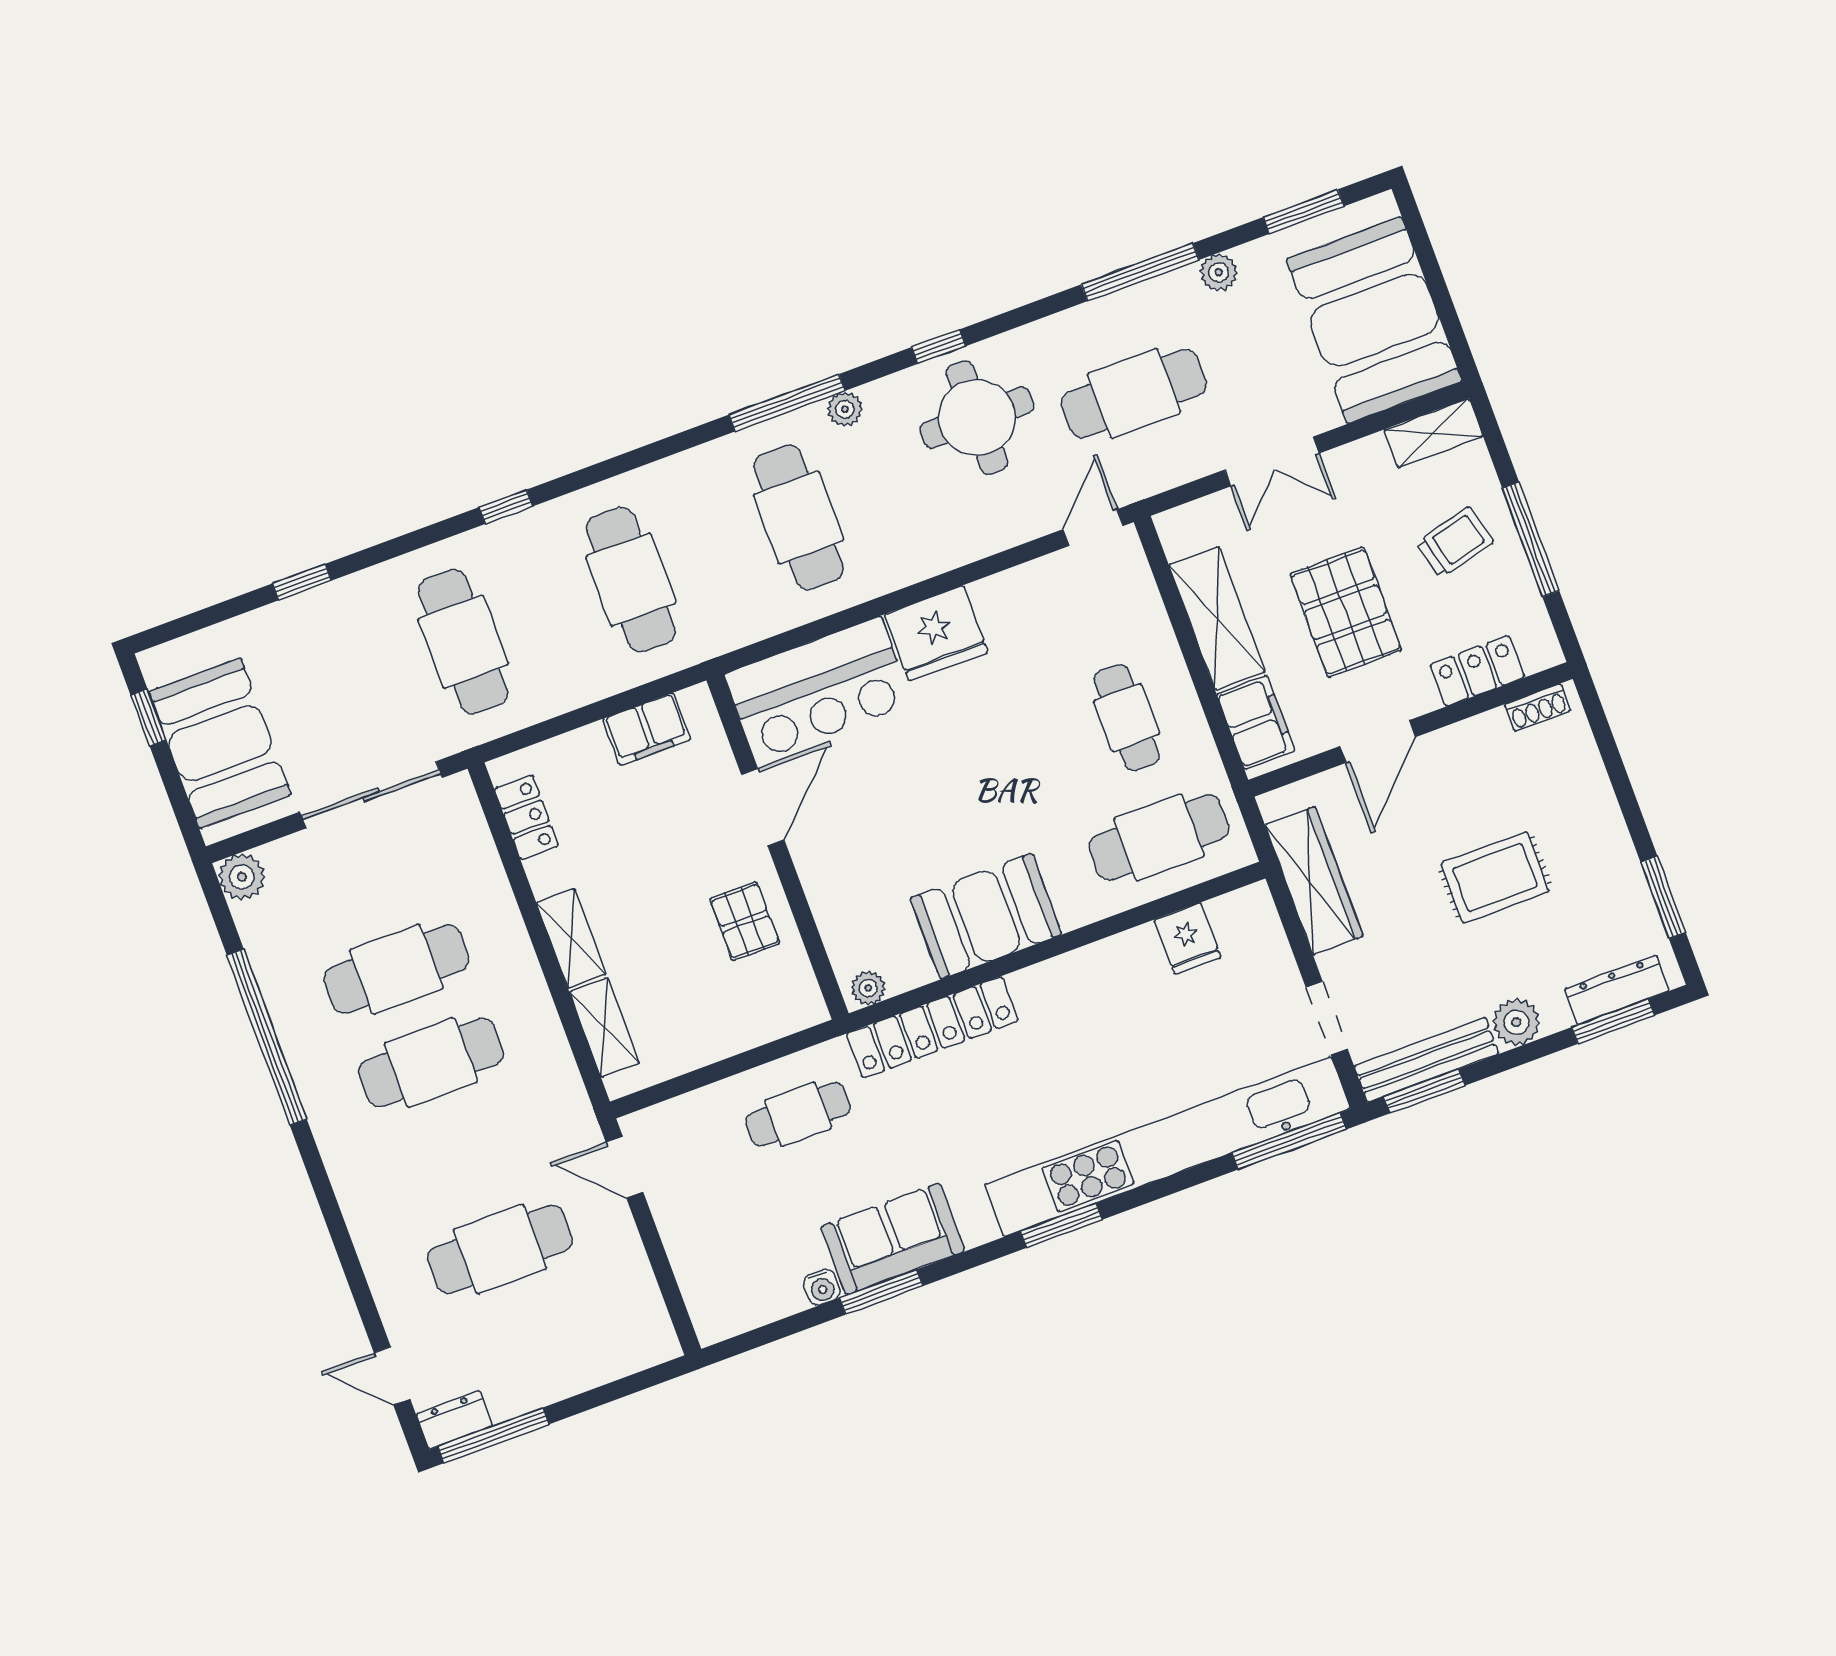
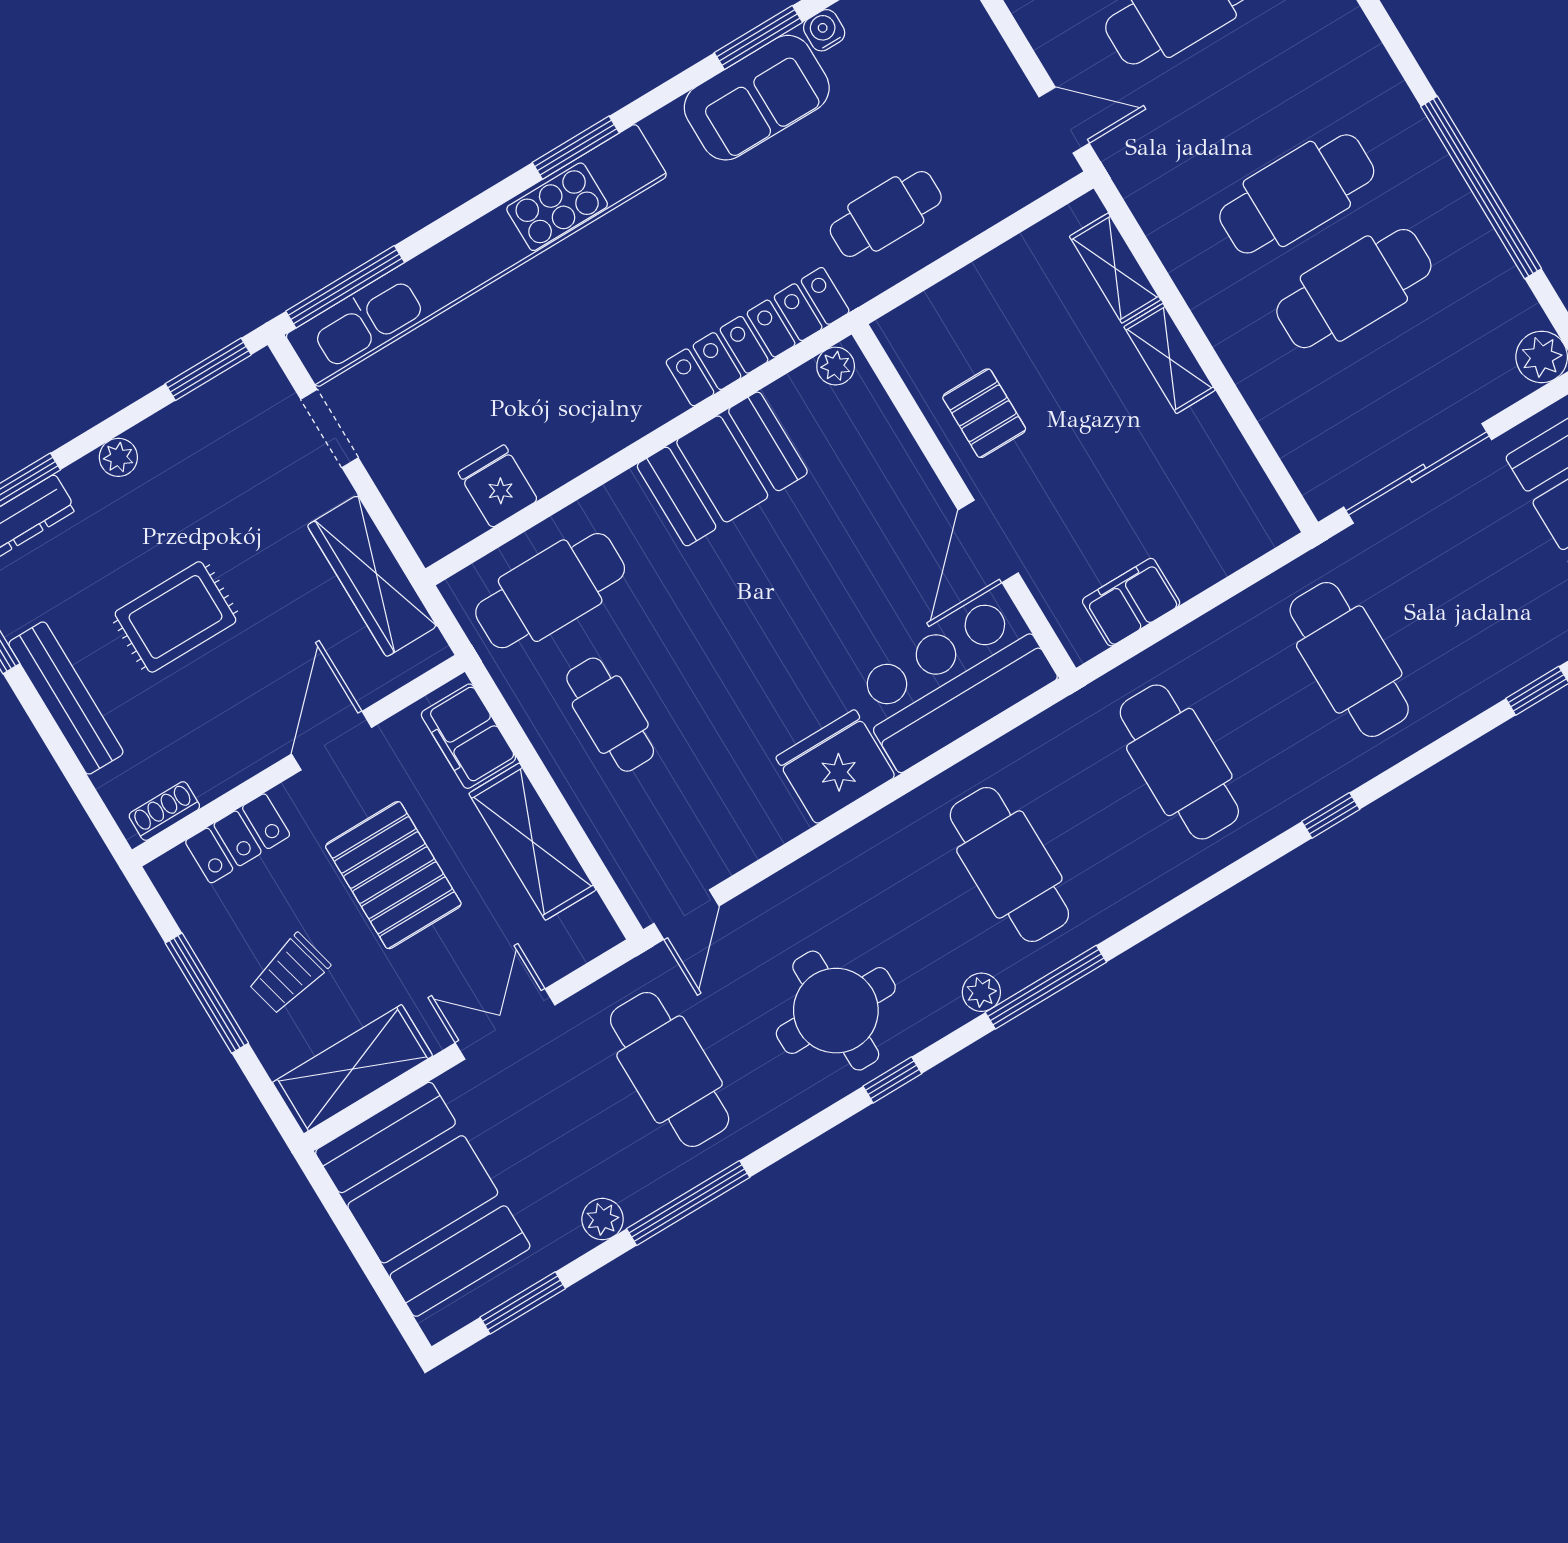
cafe table: (1134, 393) -> (670, 1069), turned 90
shelving: (1433, 433) -> (353, 1069), width x1.50, depth x1.33
locker: (526, 817) -> (1244, 481), removed
plant: (1516, 1022) -> (118, 457), width x0.73, depth x0.73
bench: (1426, 1060) -> (66, 698), moved, turned 90

